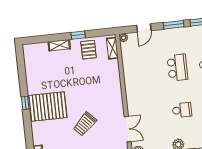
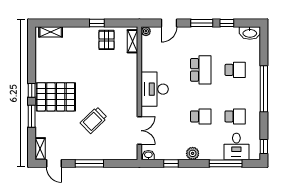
shelving: (59, 45) -> (51, 32), moved
desk: (137, 90) -> (155, 89), added
window: (28, 127) -> (32, 116), added

